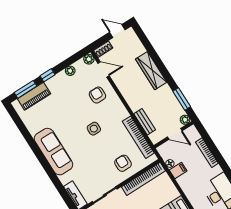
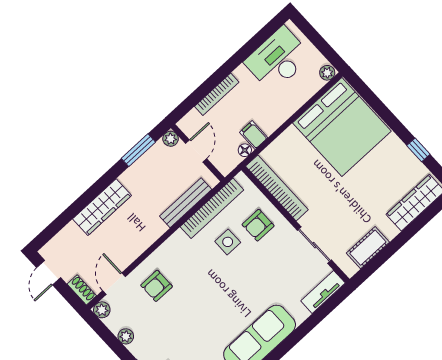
bench: (145, 122) -> (186, 203), width x1.36
side table: (94, 129) -> (228, 242), moved

